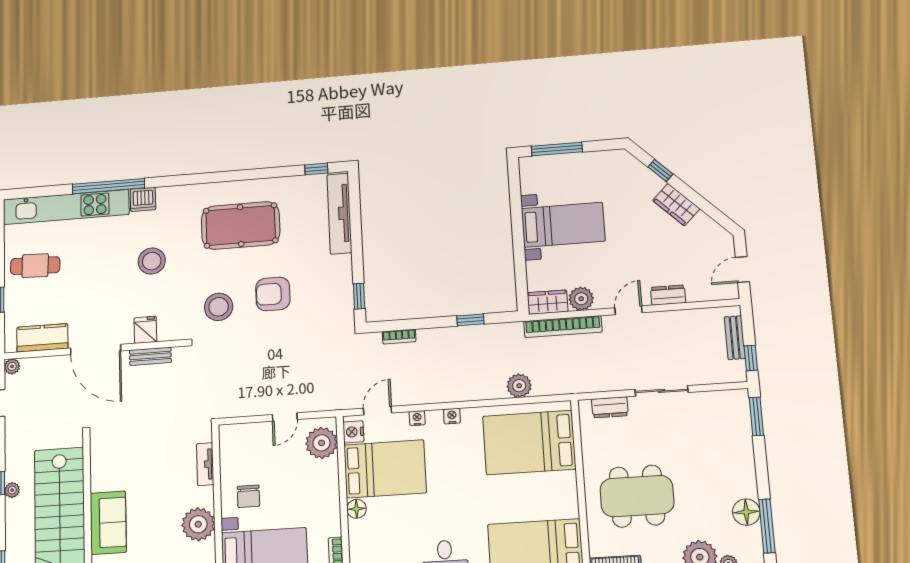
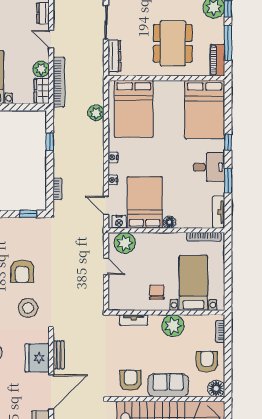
fridge: (145, 330) -> (37, 358), width x1.88, depth x1.34
dresser: (610, 407) -> (114, 56), width x1.44
armchair: (114, 466) -> (131, 380), added
chair: (248, 496) -> (157, 292), turned -90

